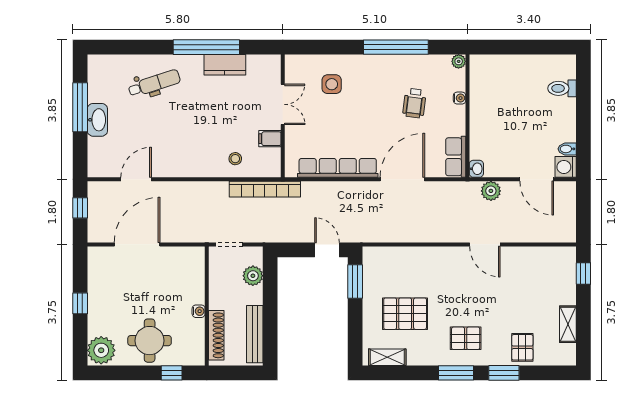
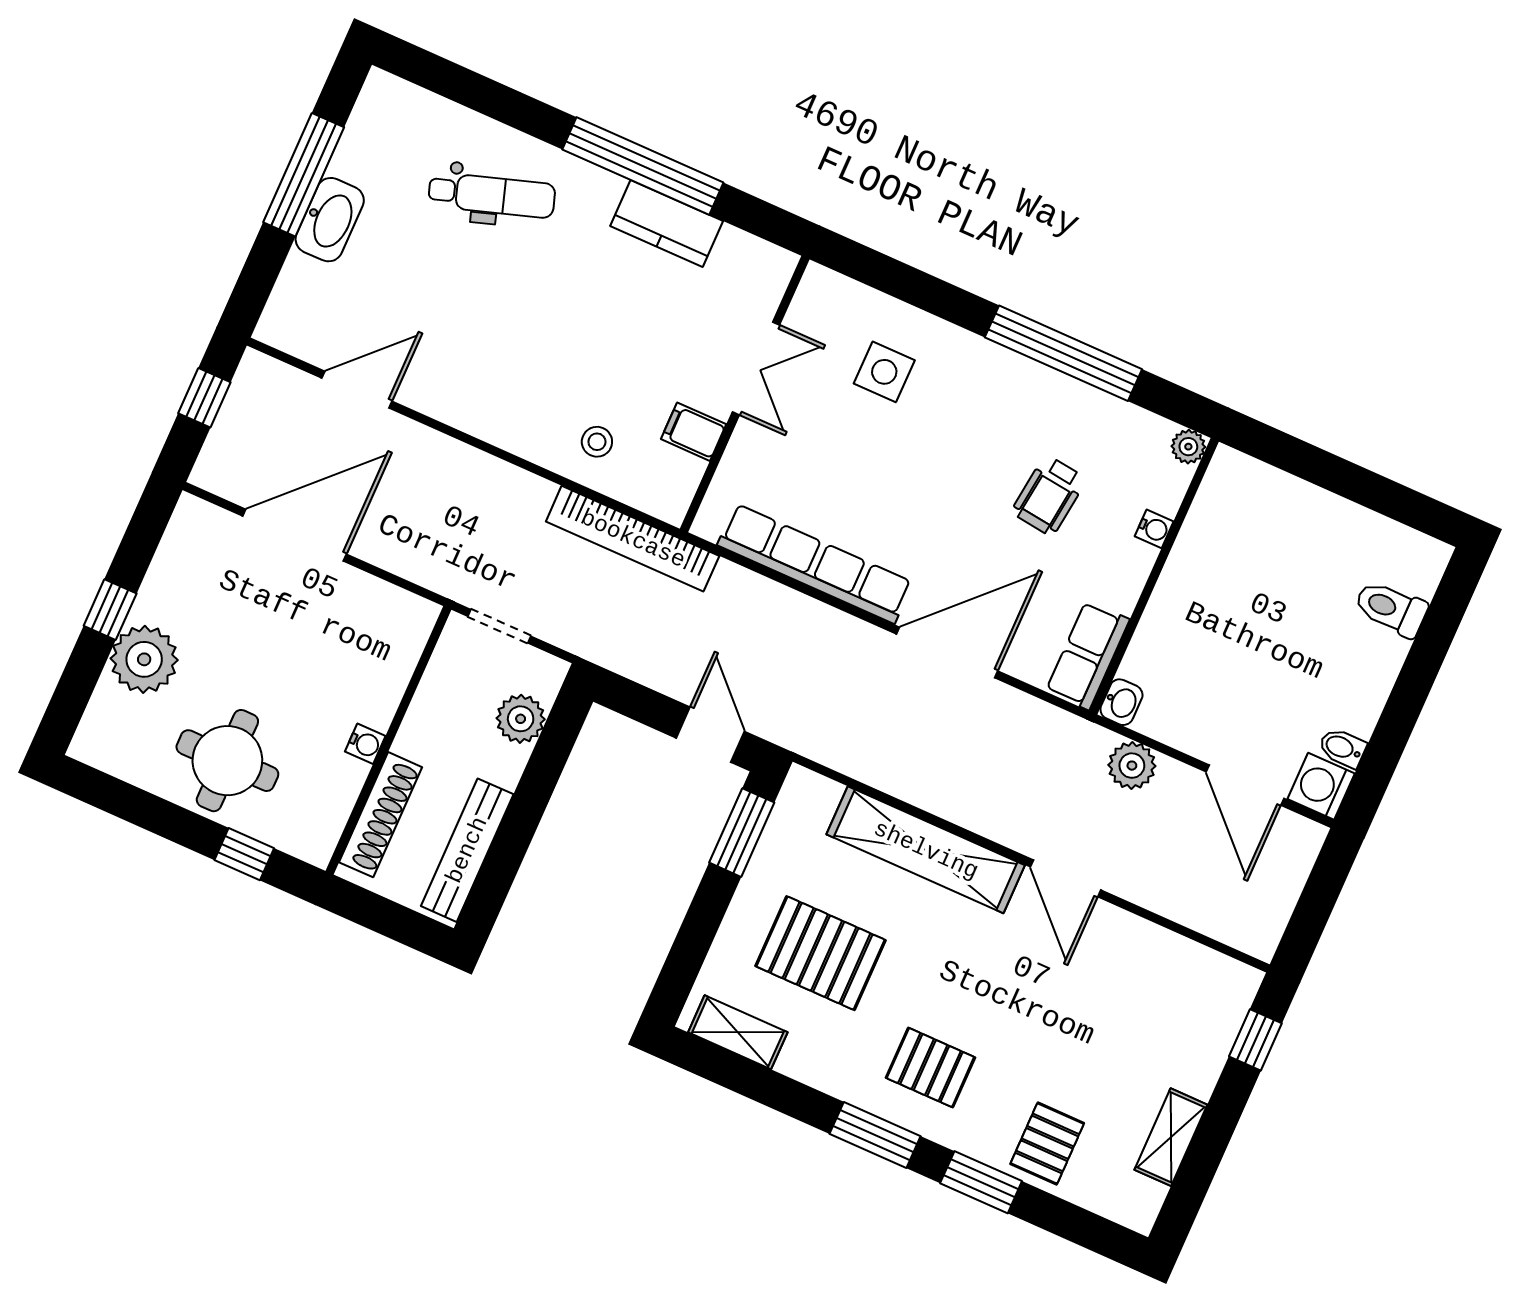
shelving: (427, 257) -> (926, 850), added
plant: (101, 350) -> (144, 659), moved

